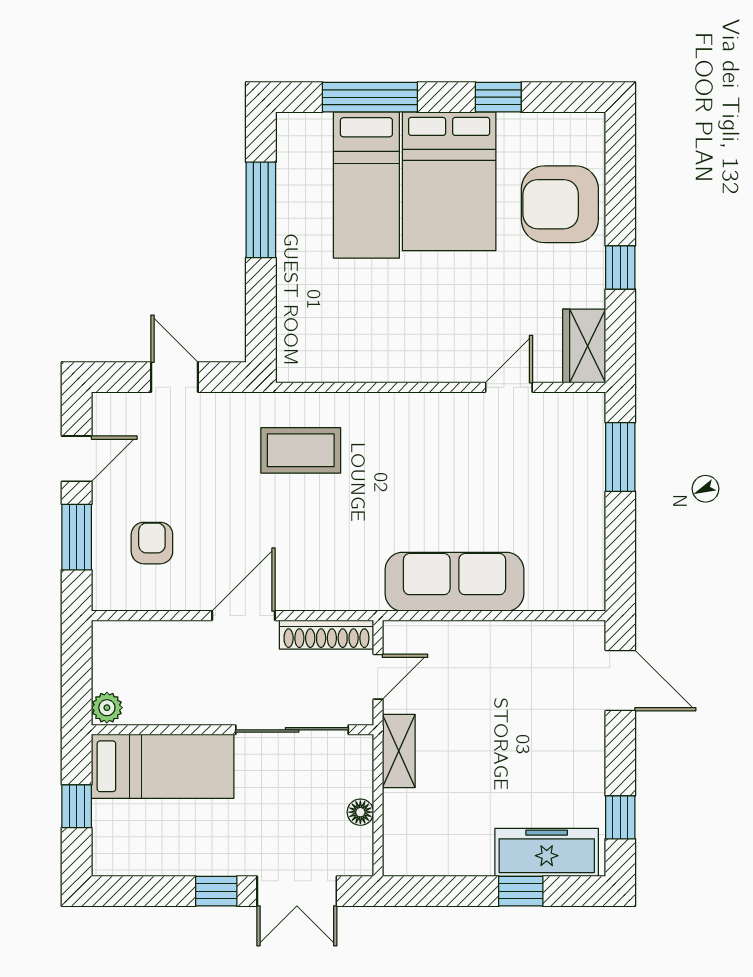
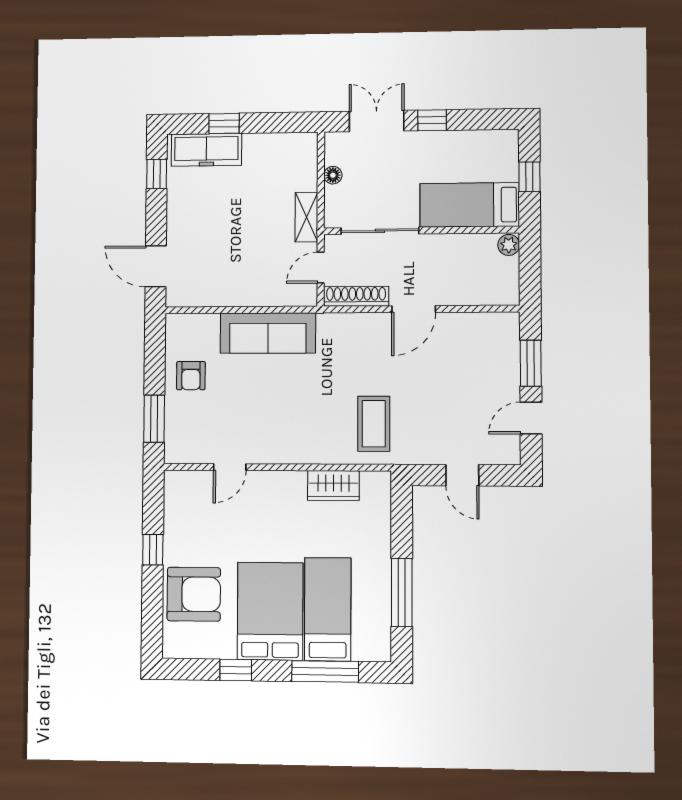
wardrobe: (584, 346) -> (333, 485), moved, turned 90
coffee table: (301, 450) -> (374, 424), turned 90
armchair: (152, 543) -> (191, 376), moved

